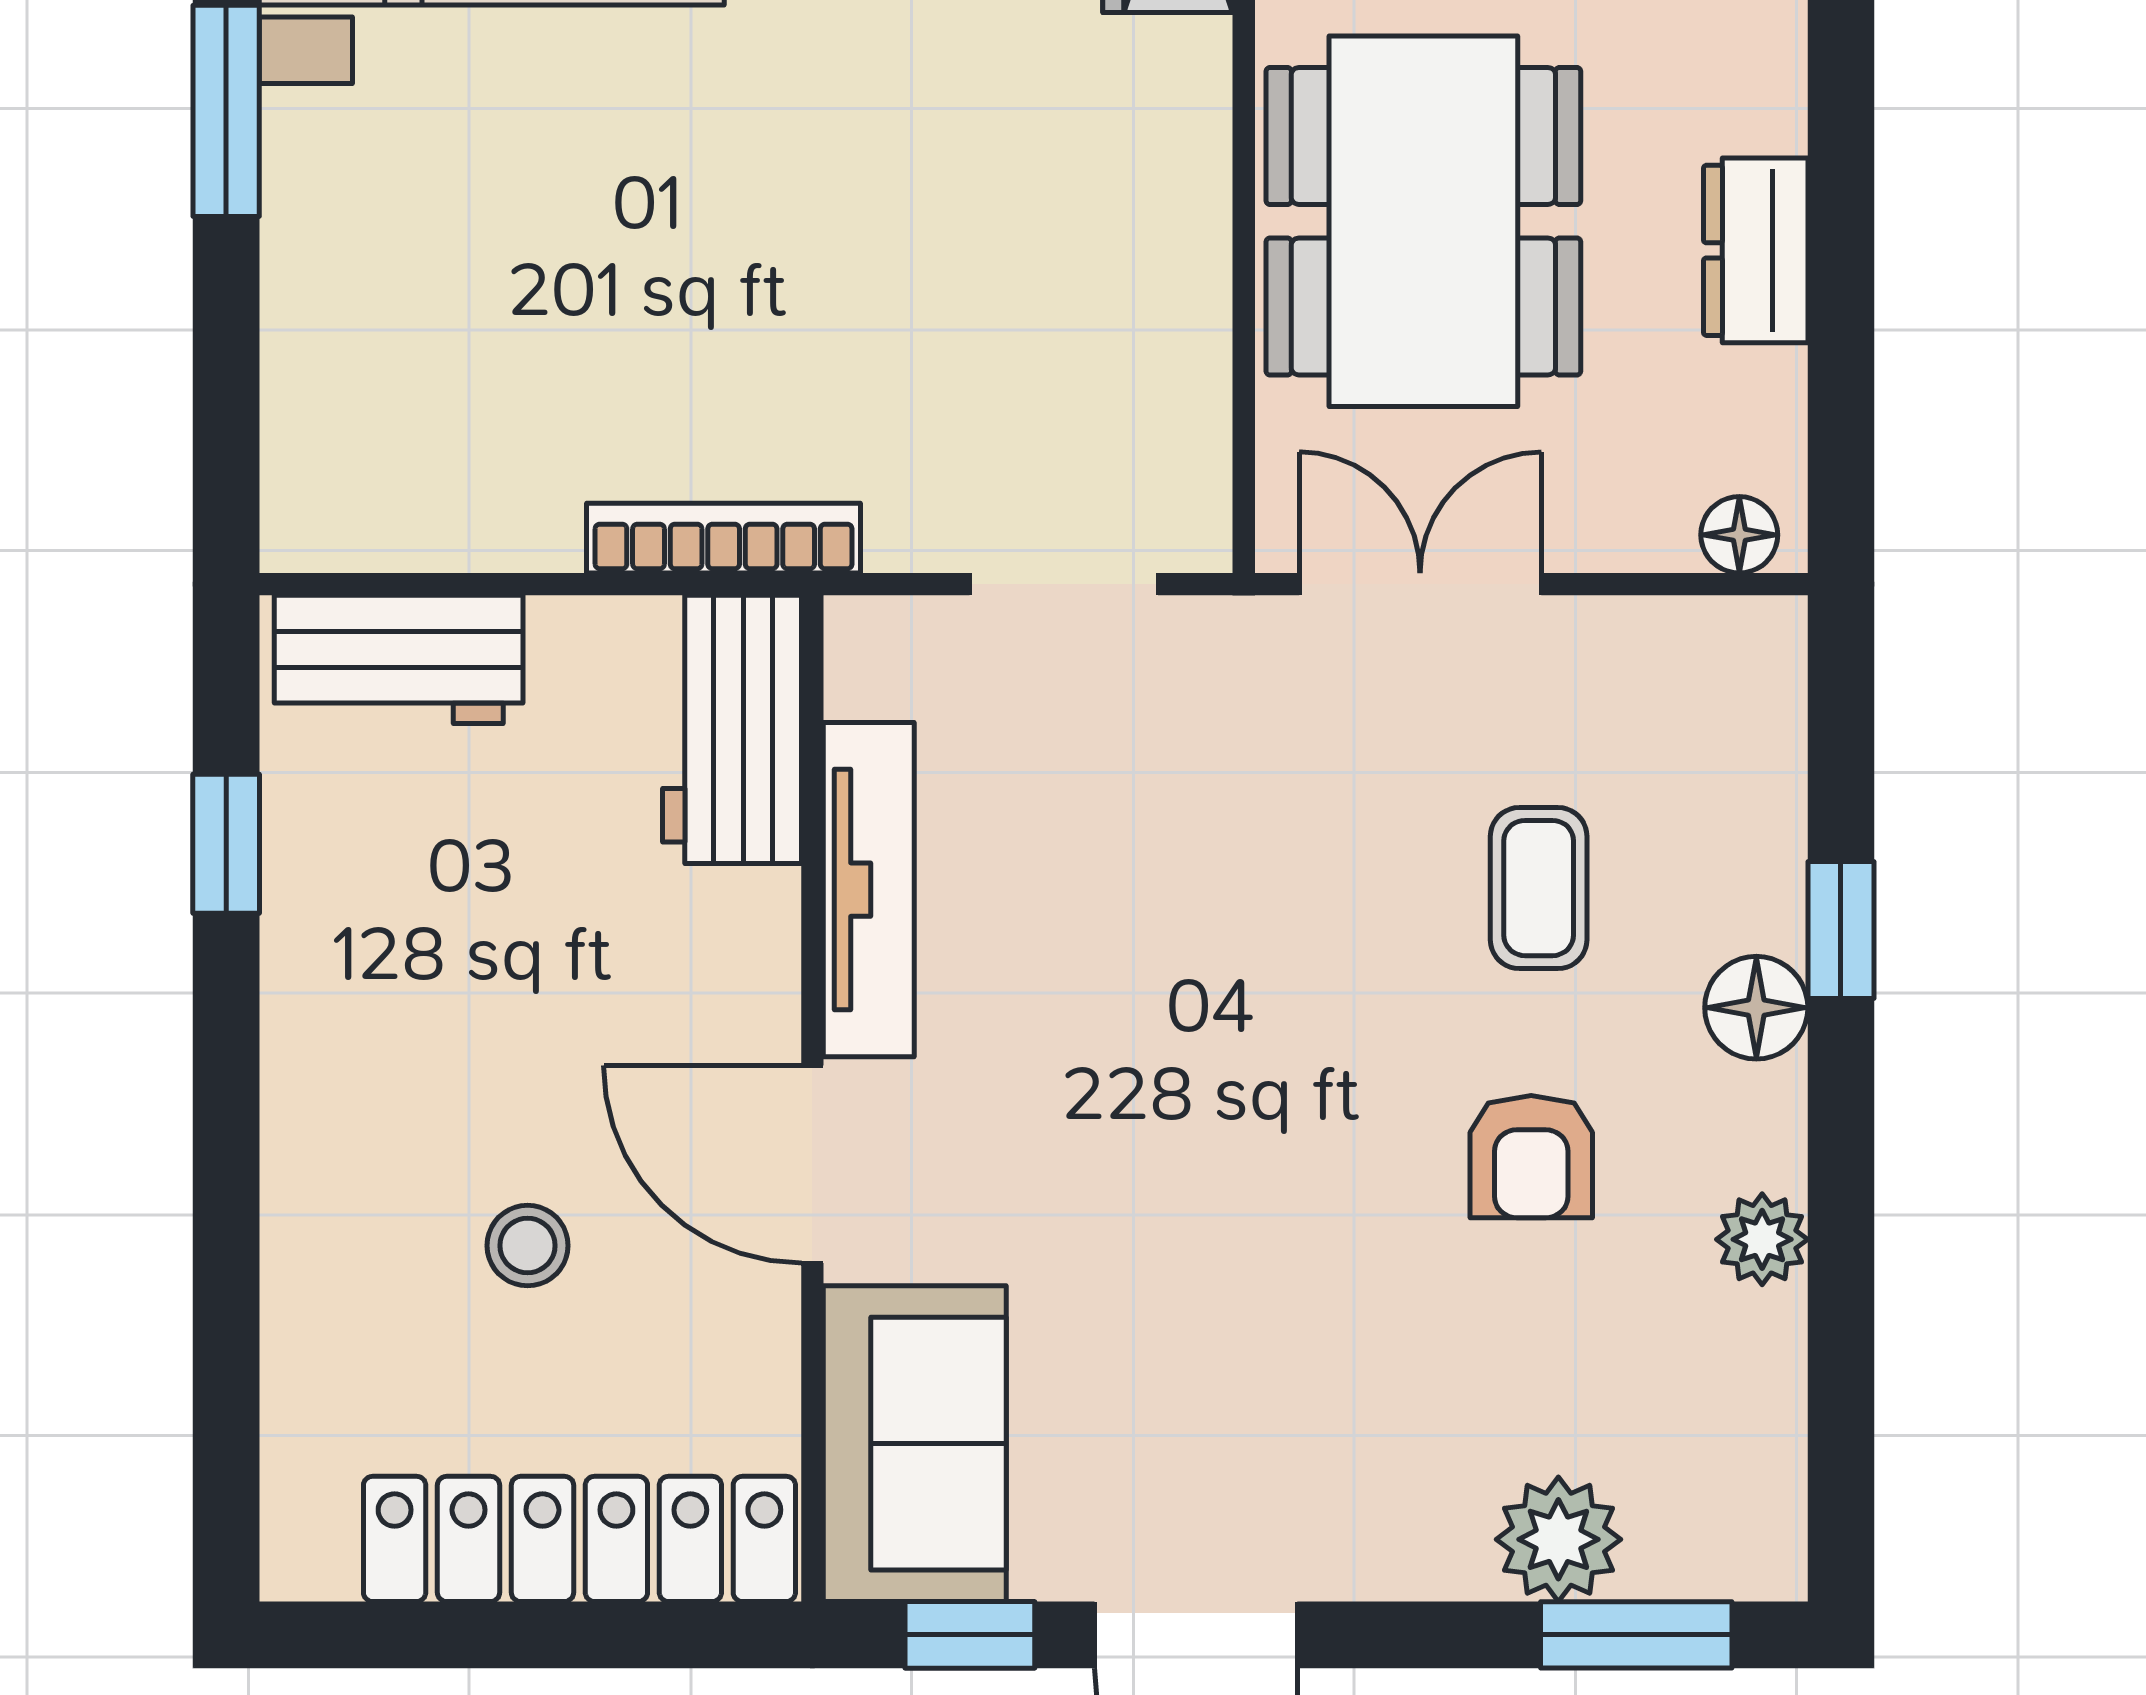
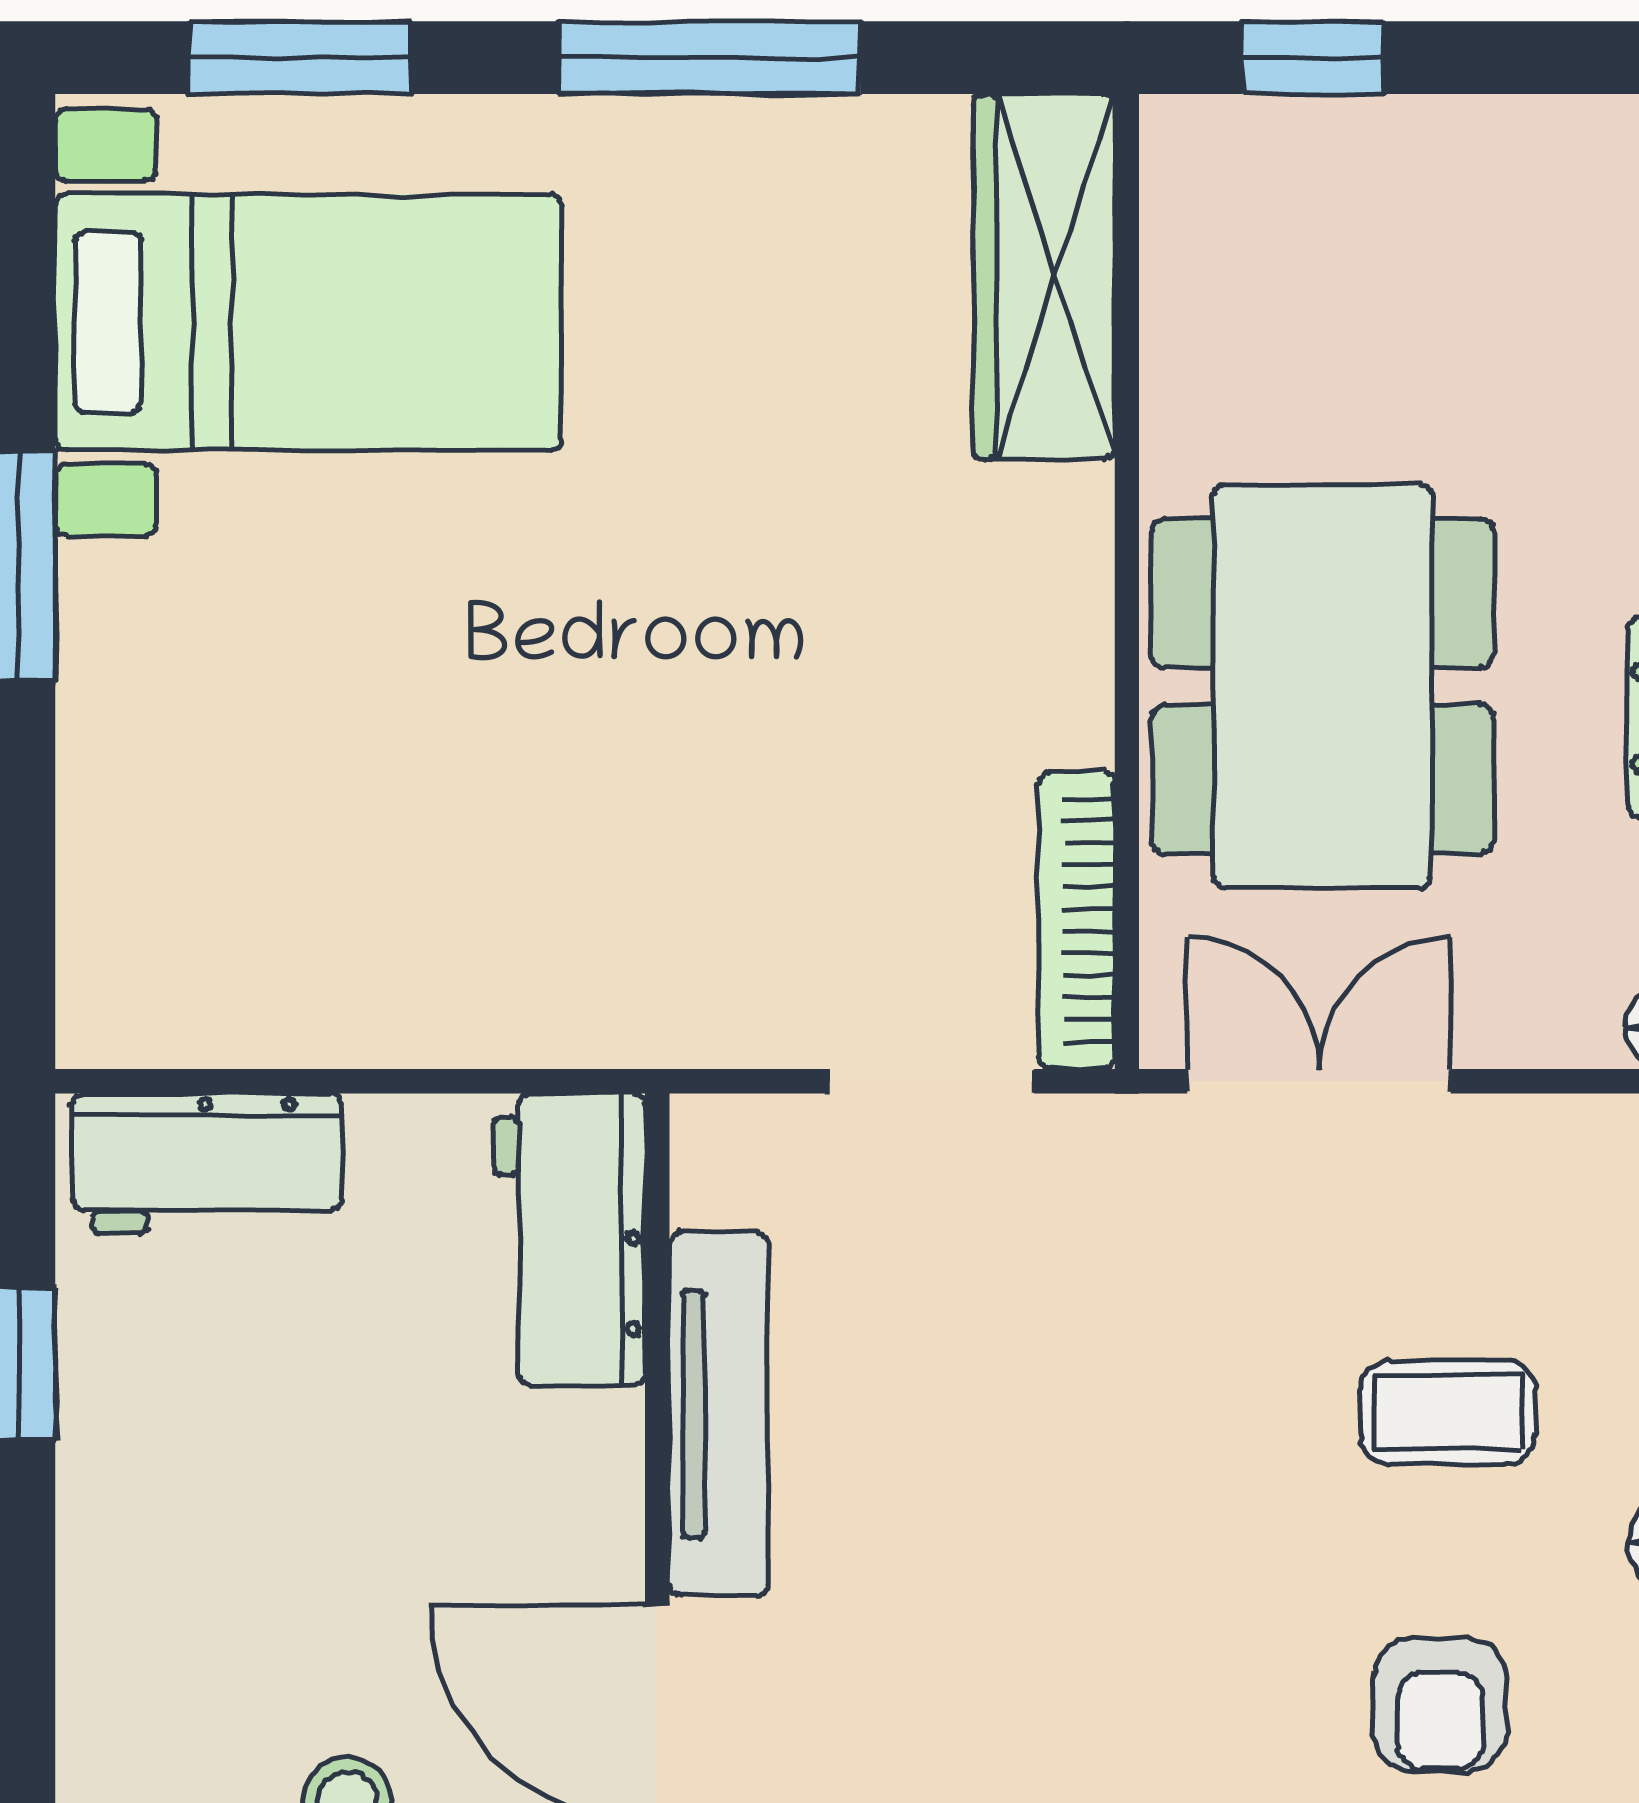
bookcase: (724, 538) -> (1077, 920), moved, turned -90
coffee table: (1539, 888) -> (1448, 1412), turned 90

